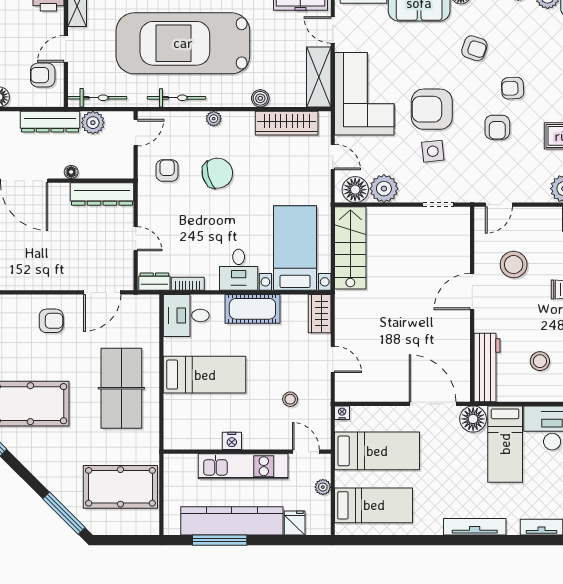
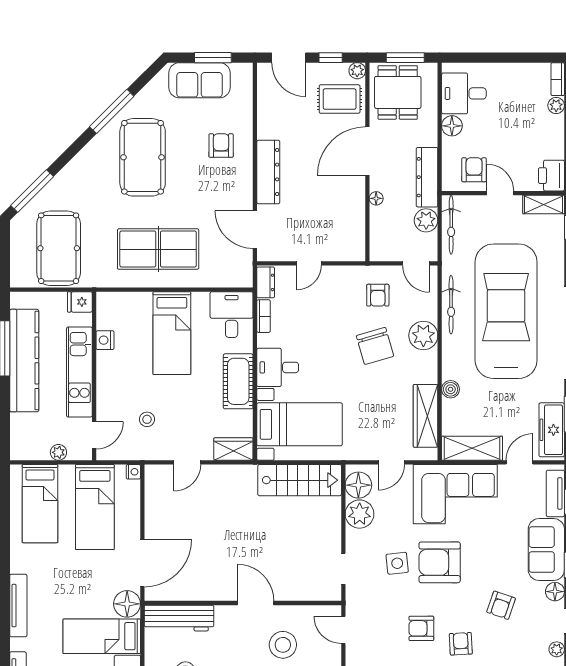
armchair: (432, 109) -> (440, 562), turned -90
plant: (214, 119) -> (423, 335), width x1.88, depth x1.88
armchair: (167, 170) -> (378, 295), turned 90
dresser: (102, 194) -> (268, 172), moved, turned 180
armchair: (51, 321) -> (221, 146), moved, turned 180
nightstand: (232, 441) -> (105, 340), moved
fridge: (295, 523) -> (80, 302), moved, turned 180

